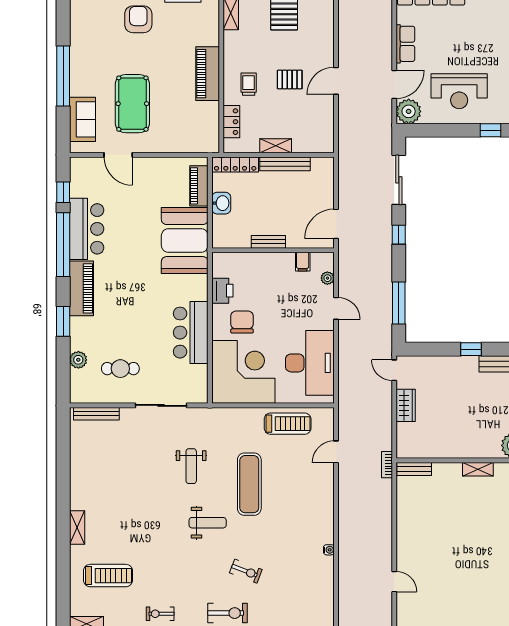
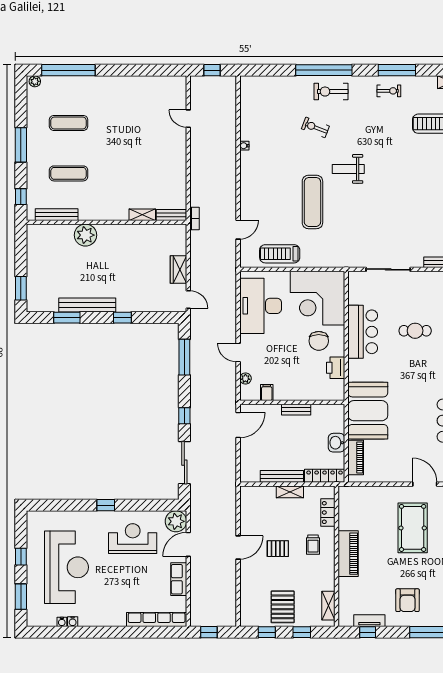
cafe table: (120, 369) -> (415, 331), moved
weight bench: (191, 466) -> (362, 217), removed
shelving: (478, 469) -> (142, 215), moved

